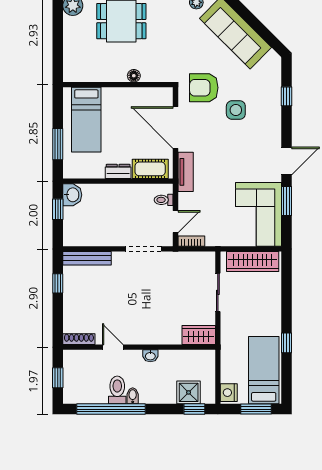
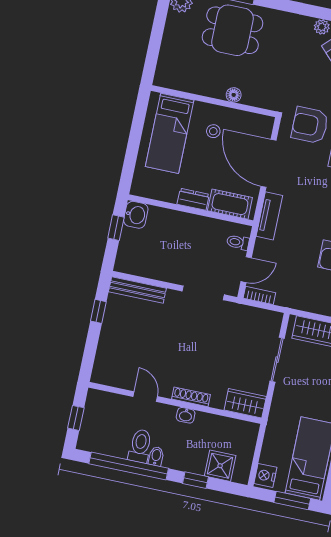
stool: (123, 110) -> (213, 131), added
window: (58, 144) -> (131, 154), removed
shoe rack: (79, 339) -> (191, 397), moved
window: (194, 409) -> (196, 480), moved

